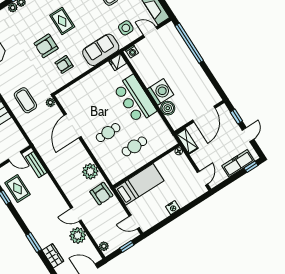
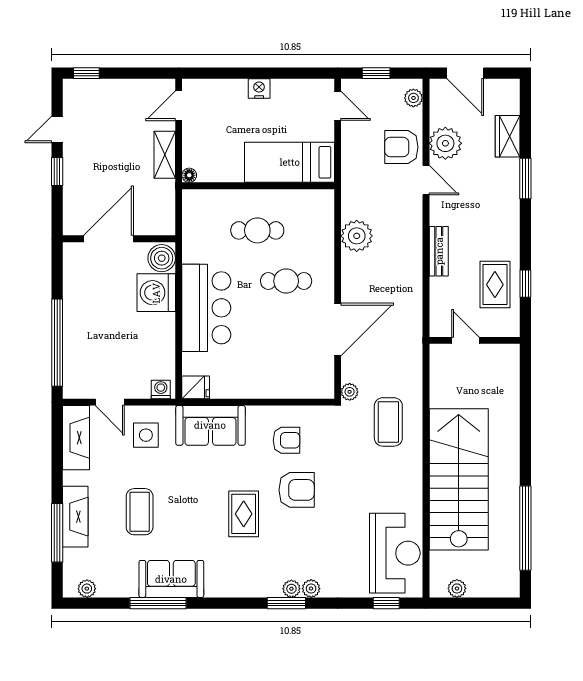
door: (204, 114) -> (108, 239), moved
wall: (199, 117) -> (119, 239), moved
shelving: (187, 141) -> (165, 155), moved
freezer: (238, 163) -> (104, 92), removed
bench: (36, 165) -> (439, 251), moved
armchair: (101, 194) -> (401, 147), moved, turned -88

